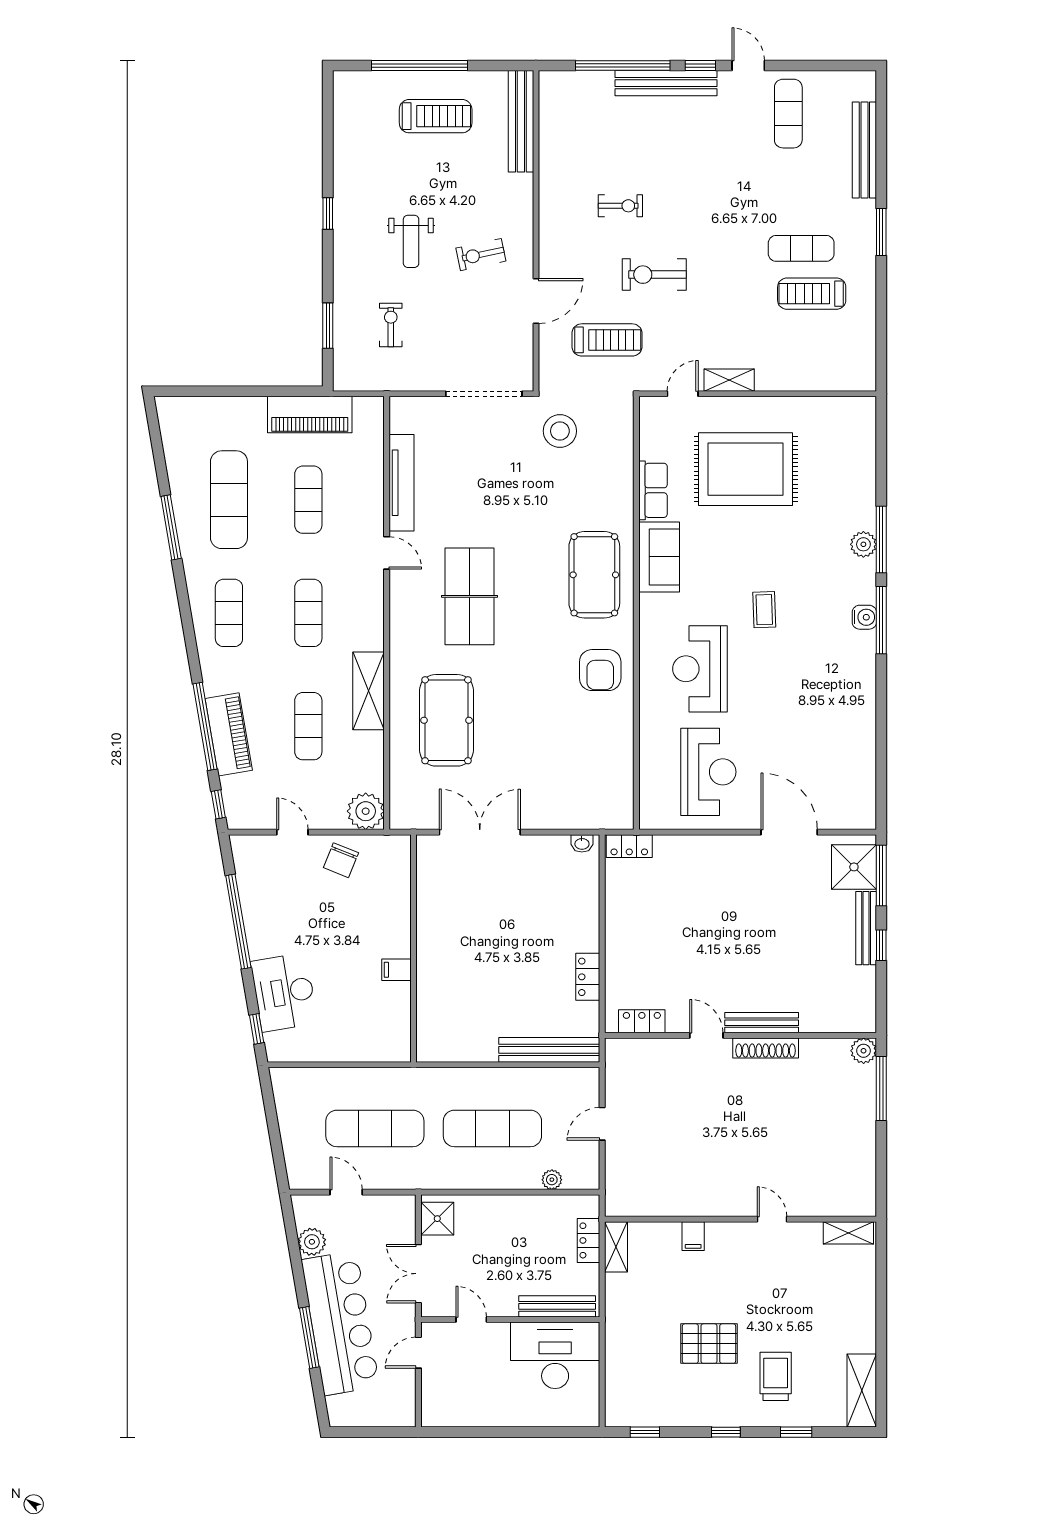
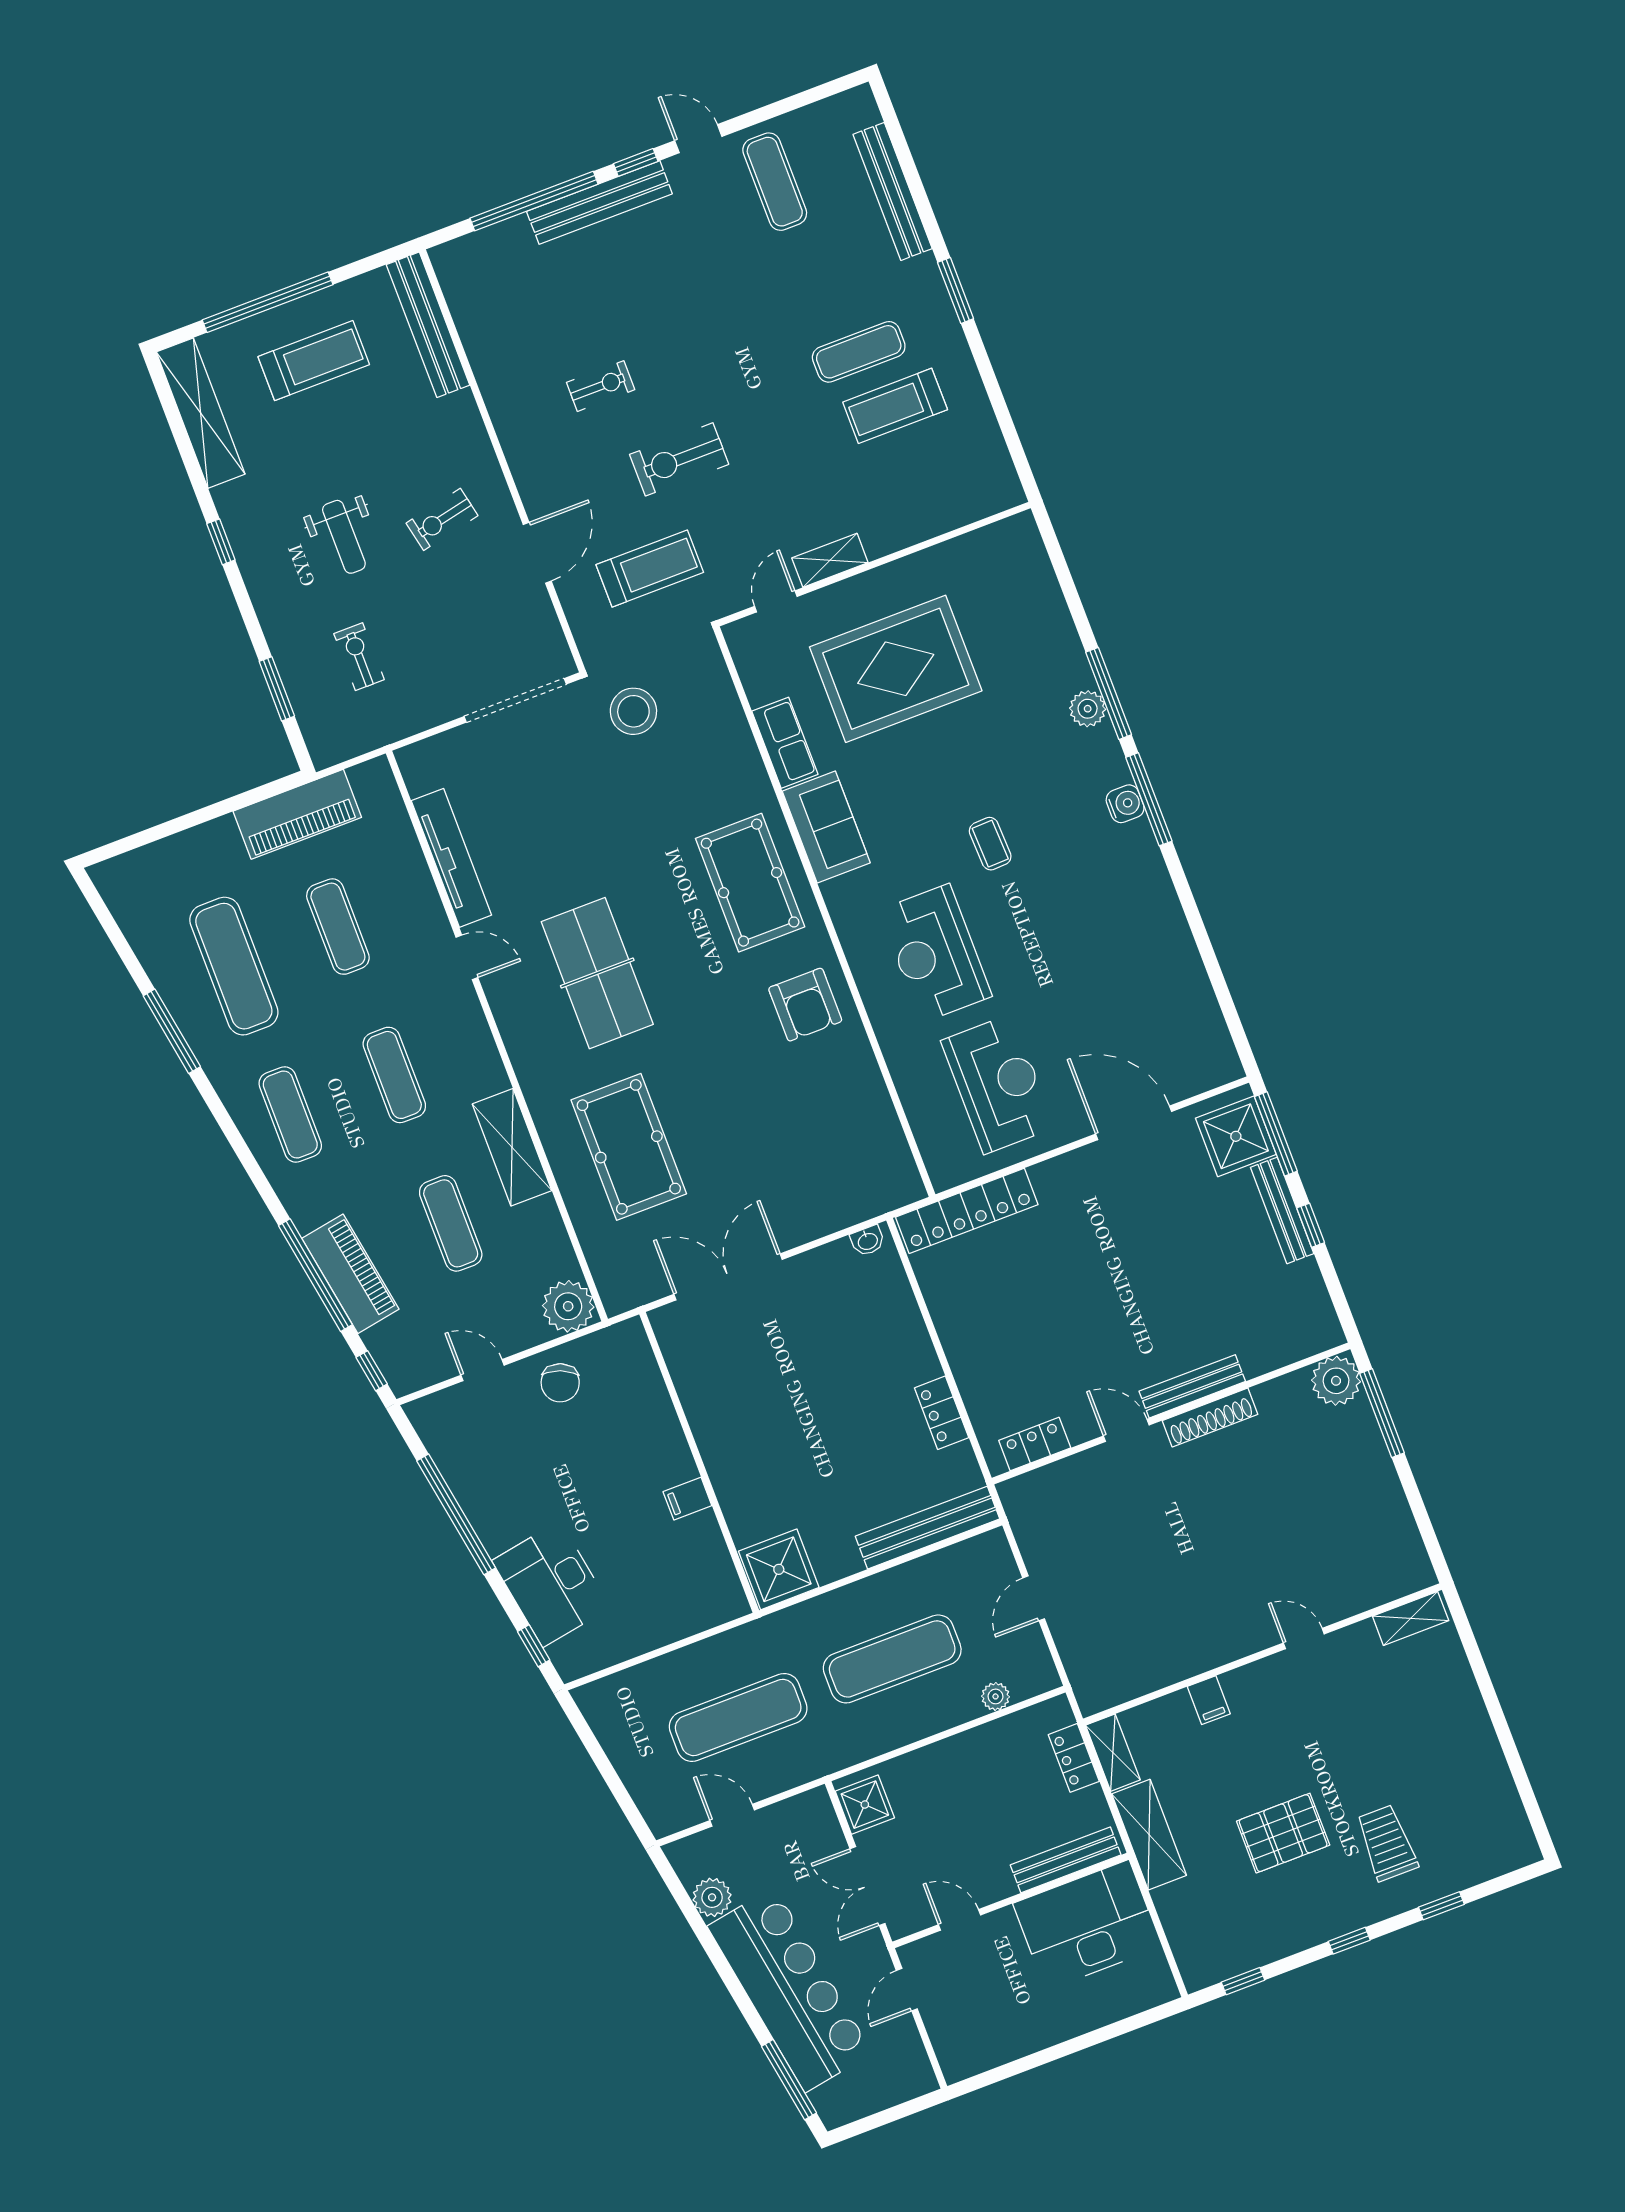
shelving: (347, 123) -> (201, 413), added
locker: (629, 846) -> (967, 1211), width x2.16, depth x1.21
shower: (439, 1040) -> (779, 1569), added
plant: (864, 1051) -> (1336, 1381), width x1.36, depth x1.36
window: (309, 1338) -> (789, 2080), moved
shelving: (862, 1391) -> (1149, 1835), moved

